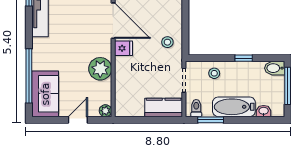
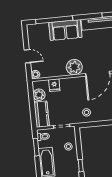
fridge: (123, 48) -> (54, 85), moved
plant: (100, 69) -> (74, 67), moved
sofa: (45, 94) -> (65, 30), moved
plant: (135, 108) -> (39, 95), added

